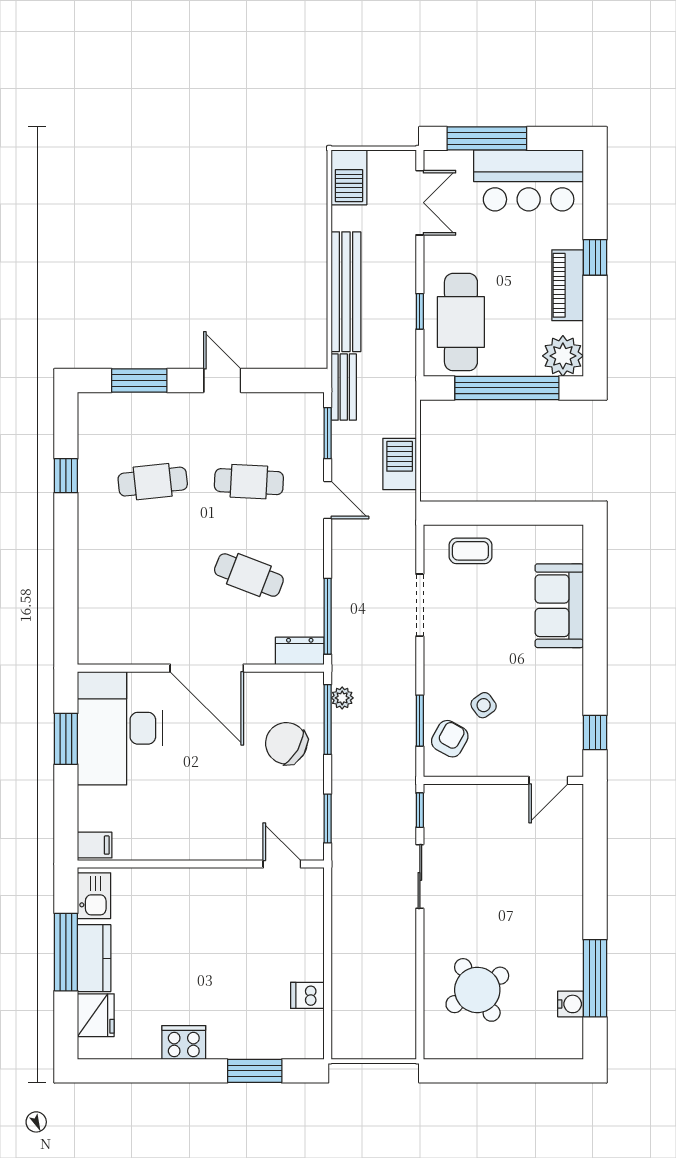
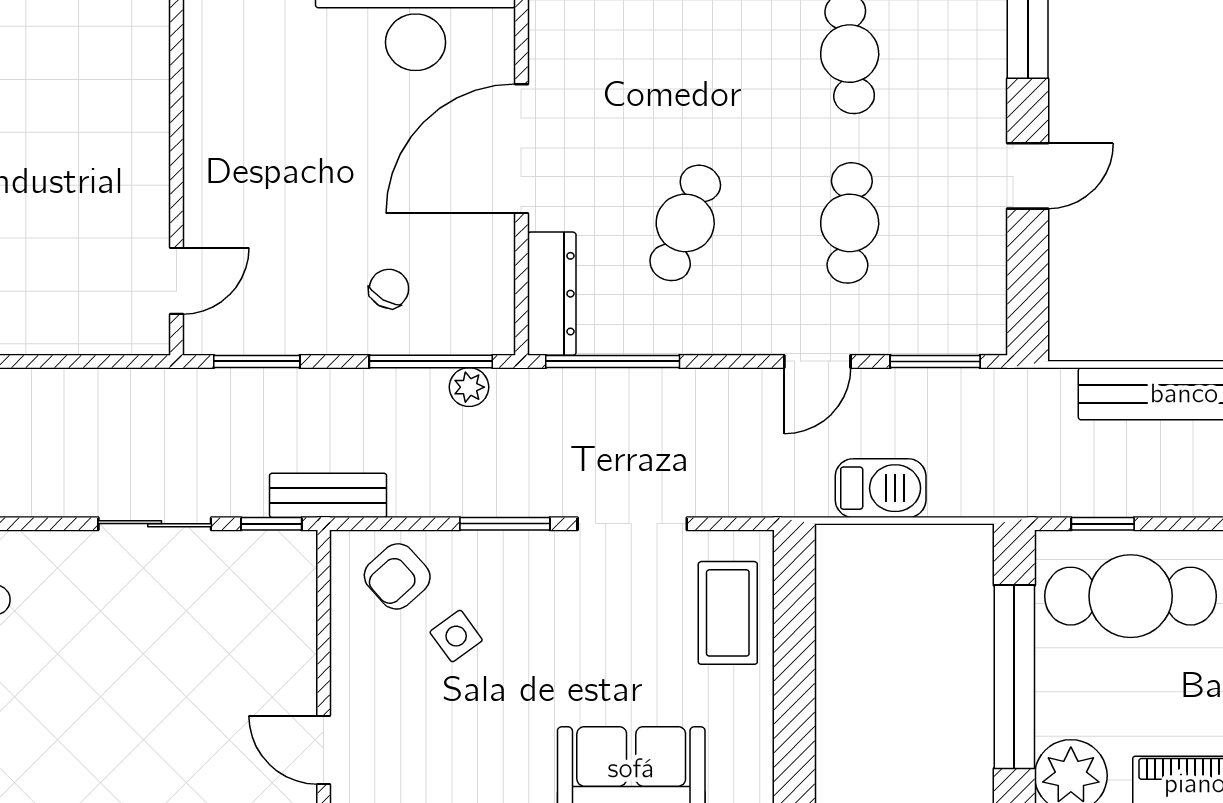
window: (420, 311) -> (1103, 524), moved
bench: (344, 387) -> (328, 495), moved
coffee table: (470, 551) -> (728, 613), width x1.36, depth x1.30
dresser: (300, 651) -> (552, 294), width x1.44
window: (420, 721) -> (505, 524), moved
armchair: (450, 739) -> (397, 576), turned 109
chair: (286, 743) -> (389, 289), width x0.54, depth x0.54

